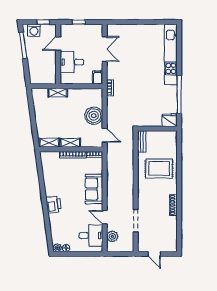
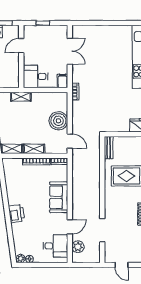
desk: (72, 62) -> (36, 76), moved
door: (105, 217) -> (70, 227), swing flipped

